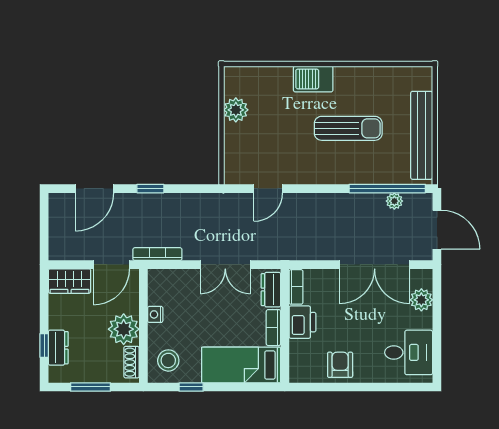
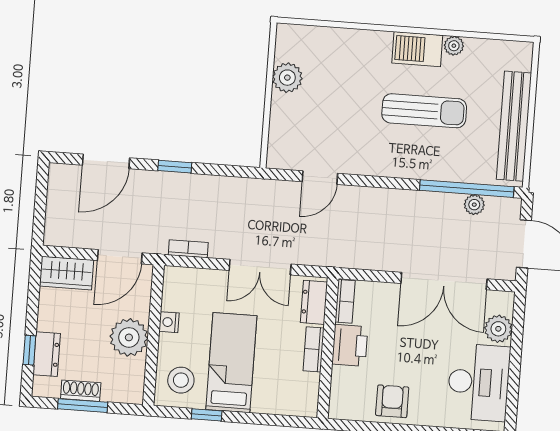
plant: (368, 74) -> (454, 46), added
barbecue: (313, 79) -> (417, 49), moved
bookcase: (157, 254) -> (188, 249), width x0.64
desk: (409, 352) -> (479, 382), width x1.37
shoe rack: (132, 362) -> (81, 391), moved, turned 90
bed: (241, 365) -> (231, 363), moved, turned 90

